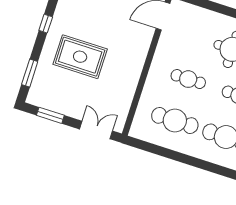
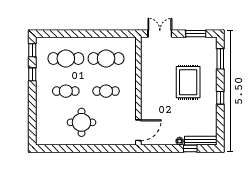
rug: (80, 57) -> (188, 82), turned 90
double door: (96, 130) -> (160, 34), swing flipped

